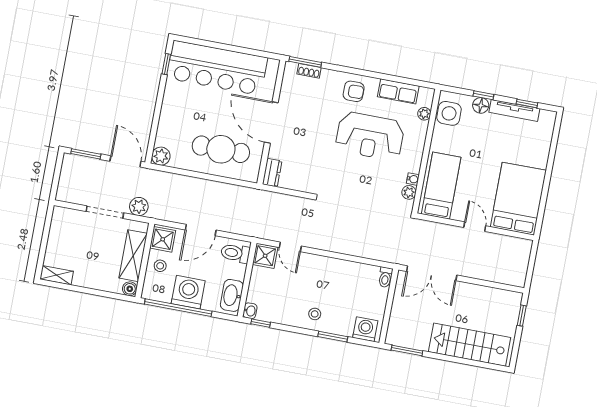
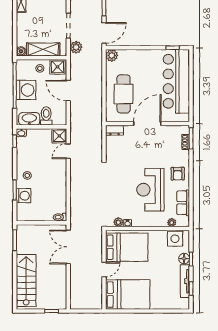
bed: (441, 186) -> (127, 247), width x1.50
toilet: (235, 253) -> (46, 116), moved
washing machine: (365, 329) -> (23, 196), moved

